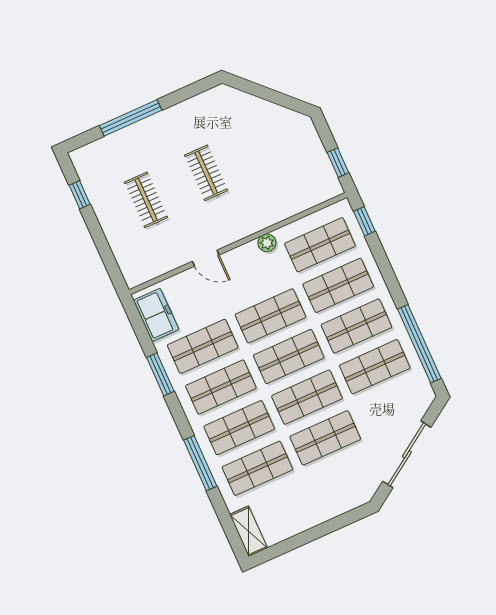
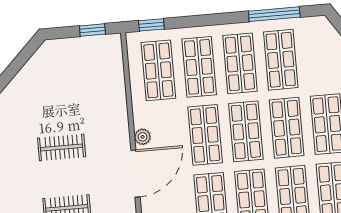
plant: (267, 243) -> (143, 137), moved
door: (206, 258) -> (135, 174), width x1.87
window: (419, 344) -> (274, 14), width x0.68

